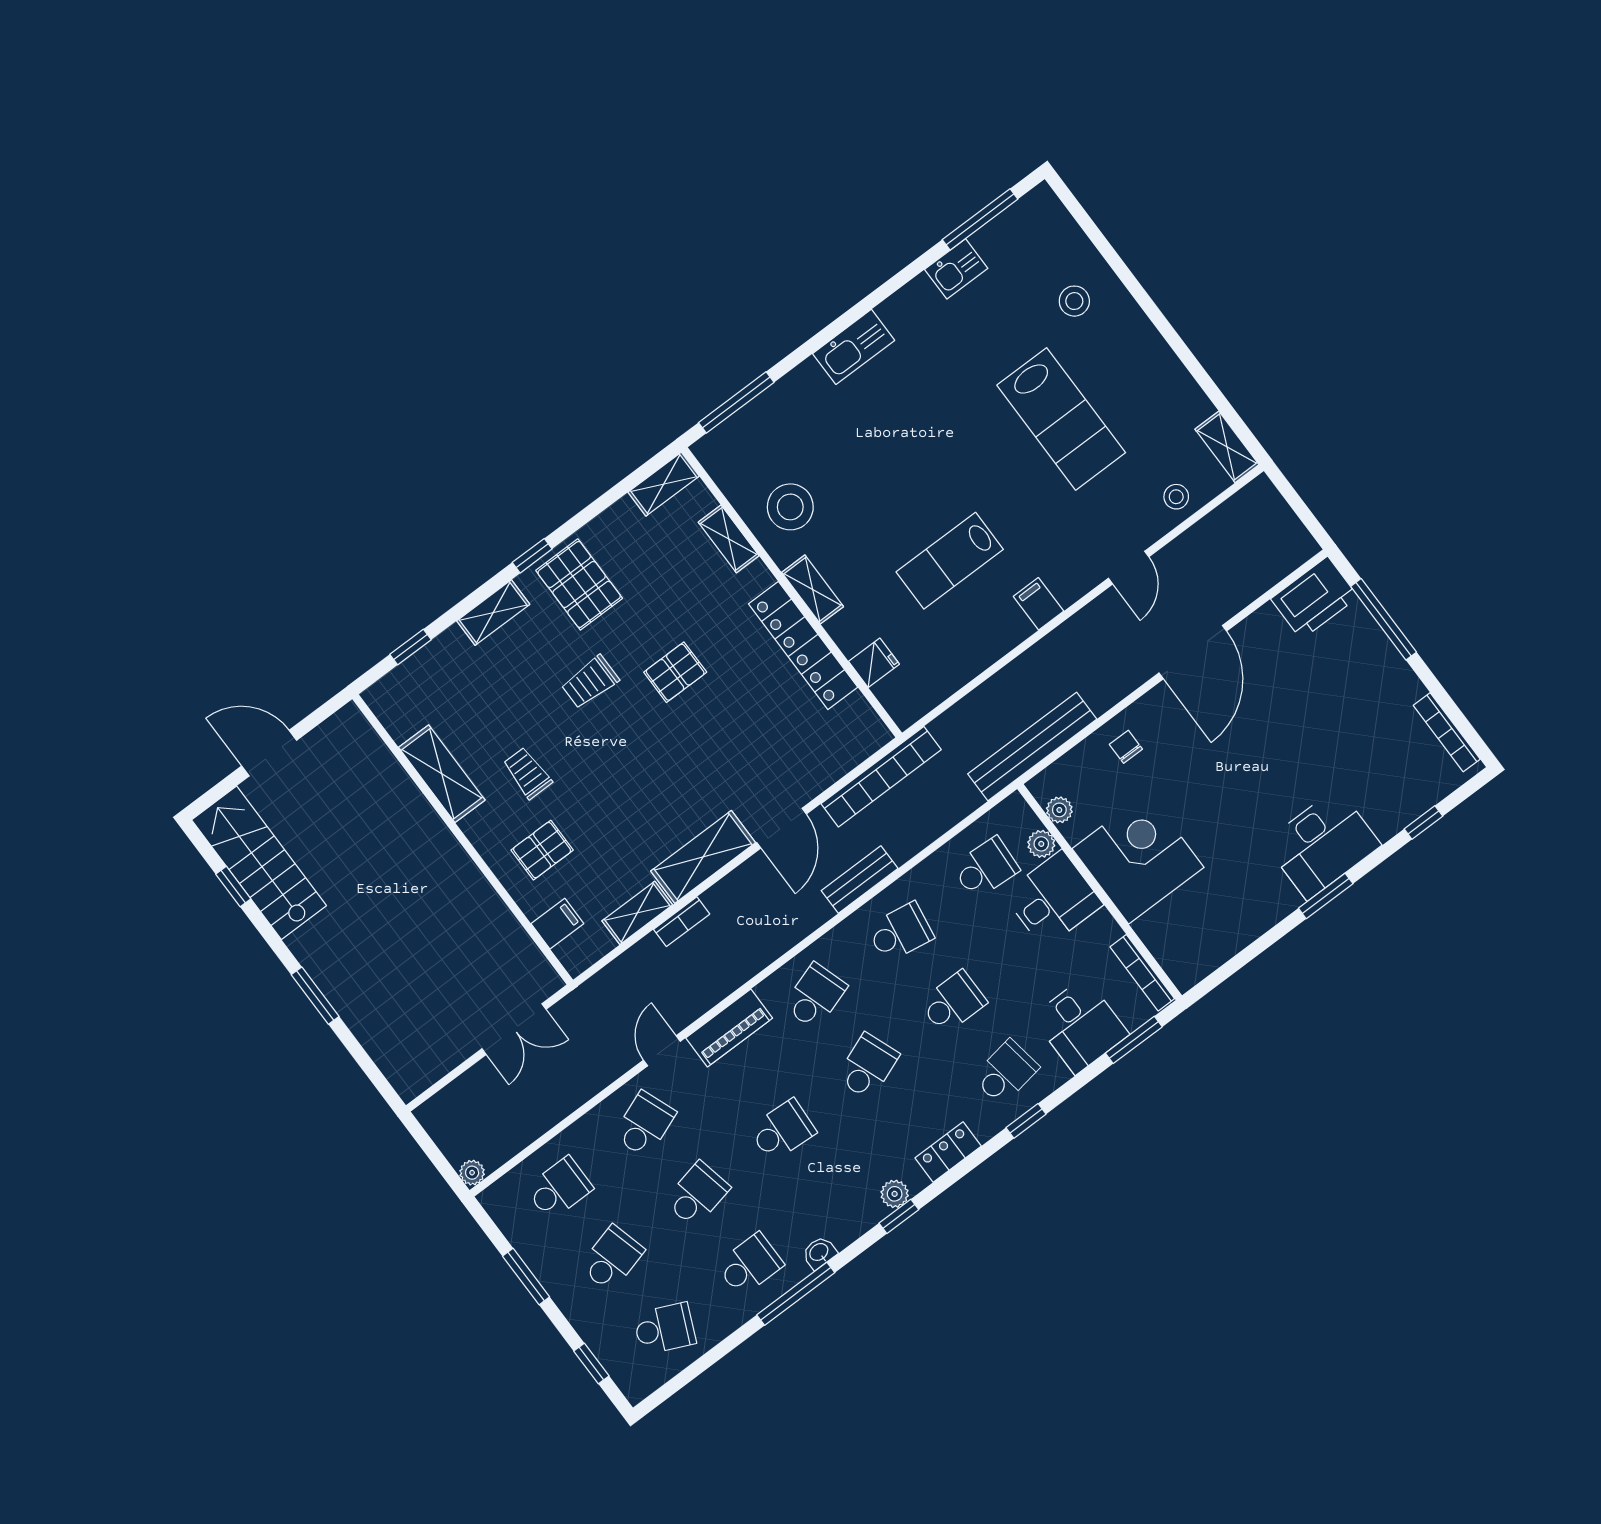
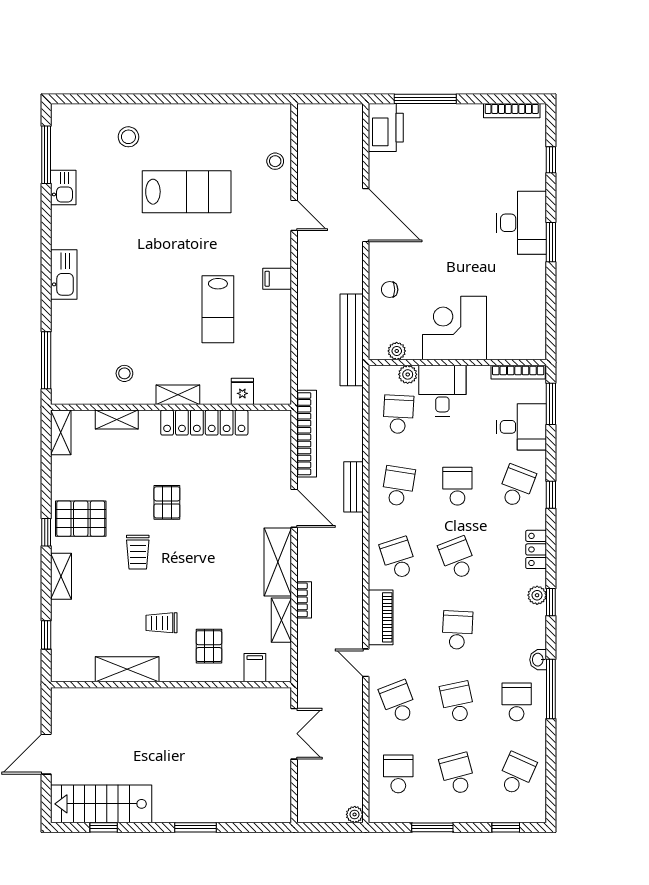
shelving: (1227, 447) -> (269, 114), removed
stool: (790, 507) -> (124, 373), width x0.53, depth x0.53
school desk: (1006, 1072) -> (517, 486), turned 30

